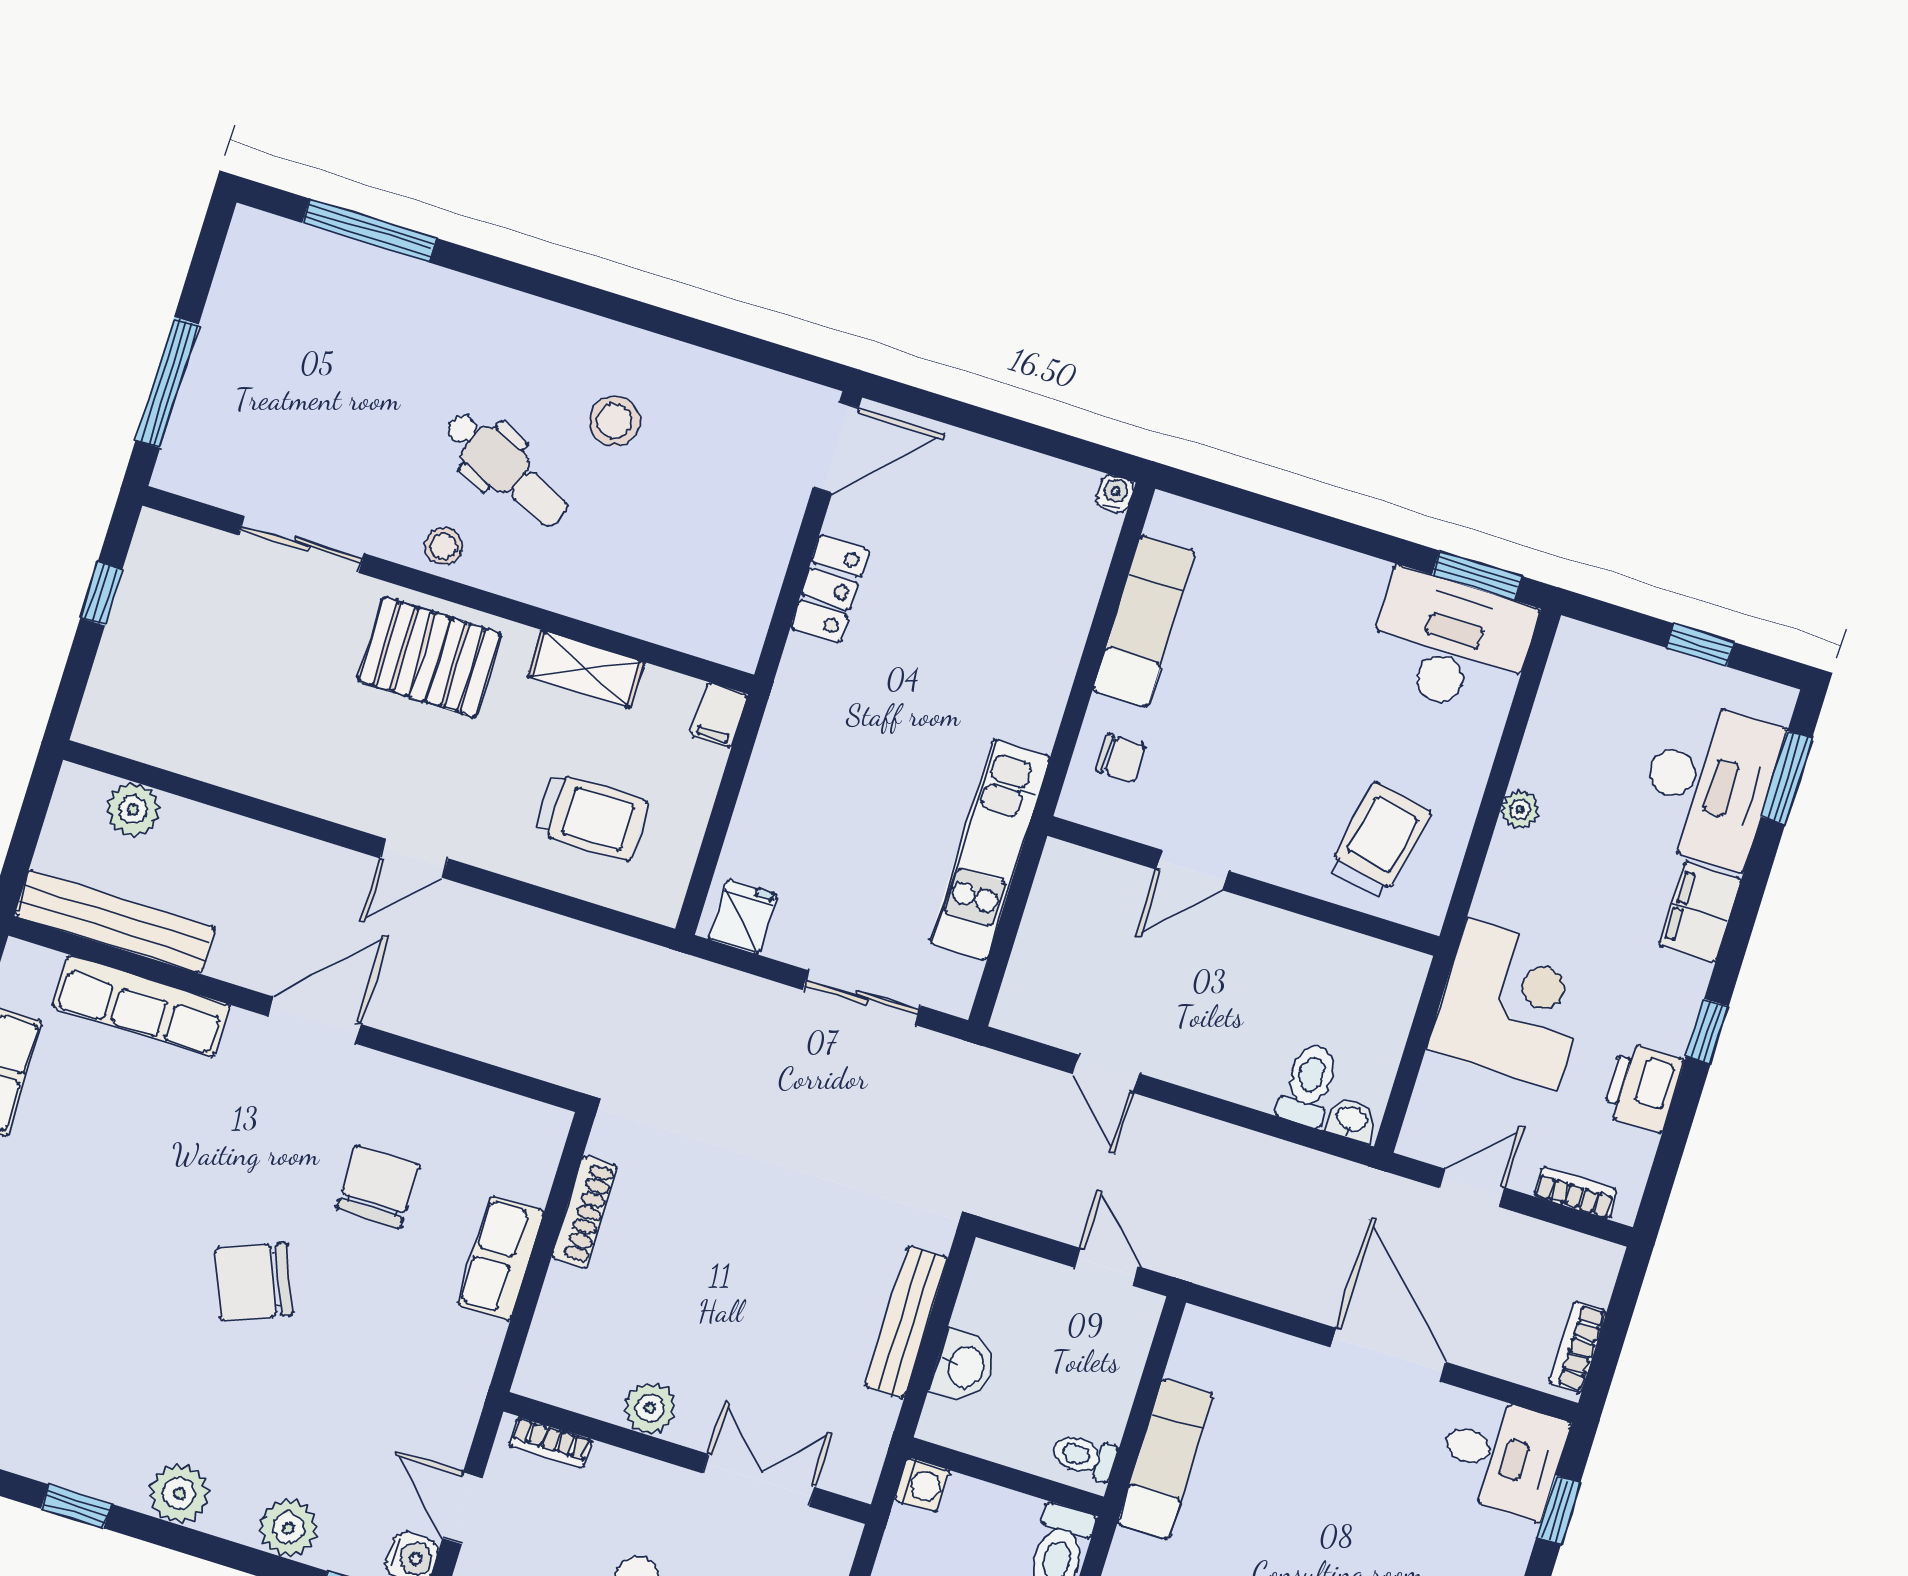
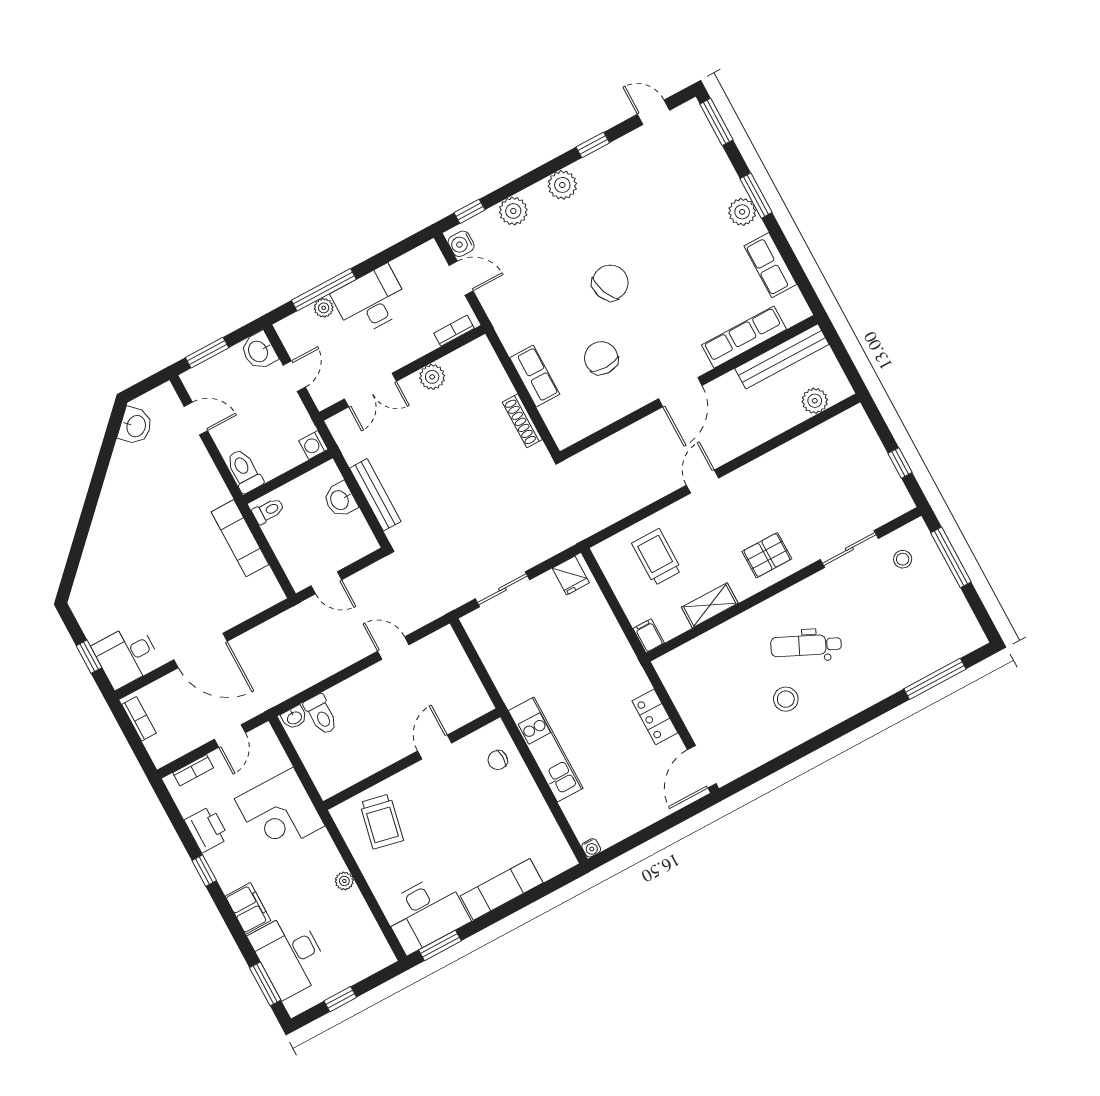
stool: (444, 546) -> (903, 559), moved
exam couch: (1144, 621) -> (502, 889), moved, turned 90
pallet: (430, 657) -> (767, 555), width x0.67, depth x0.71
trolley: (591, 817) -> (657, 557), turned 90
kitchen unit: (990, 850) -> (546, 749), moved
chair: (378, 1186) -> (601, 358), turned 180

